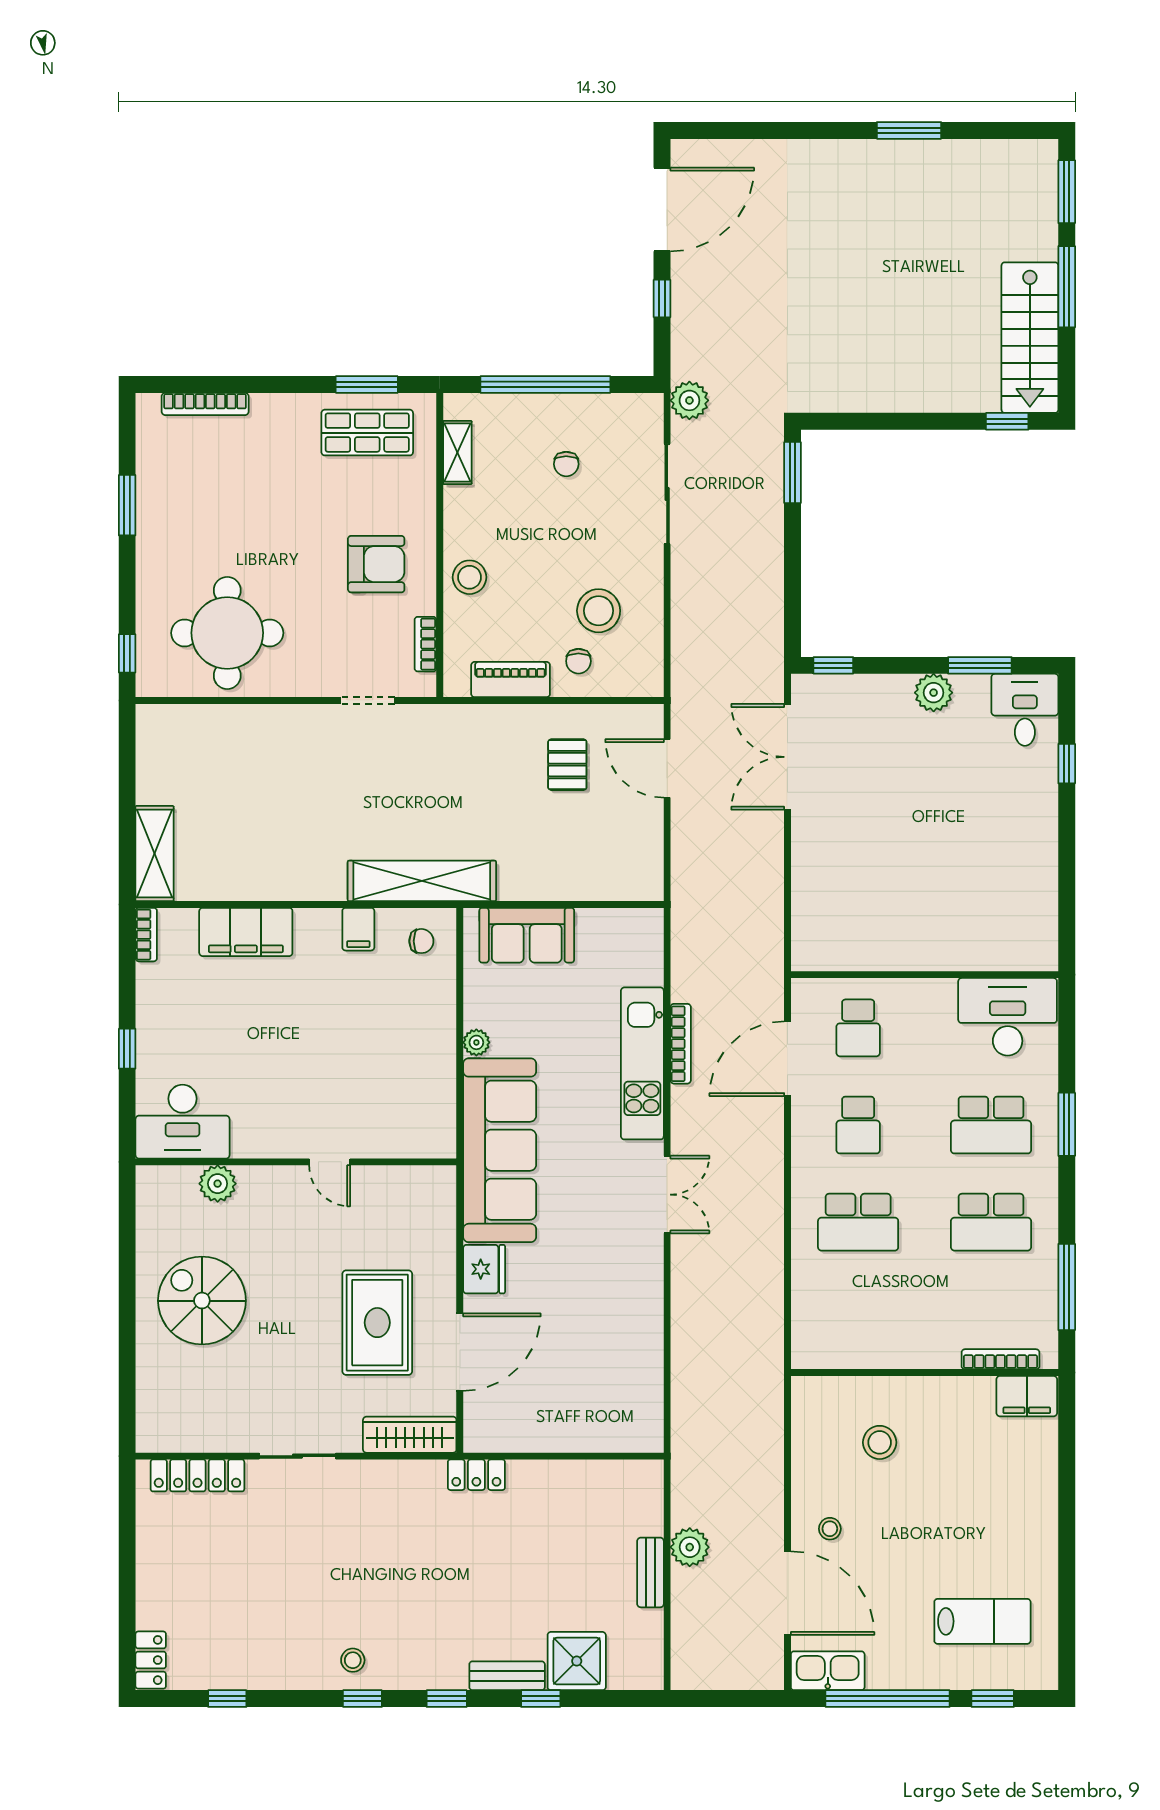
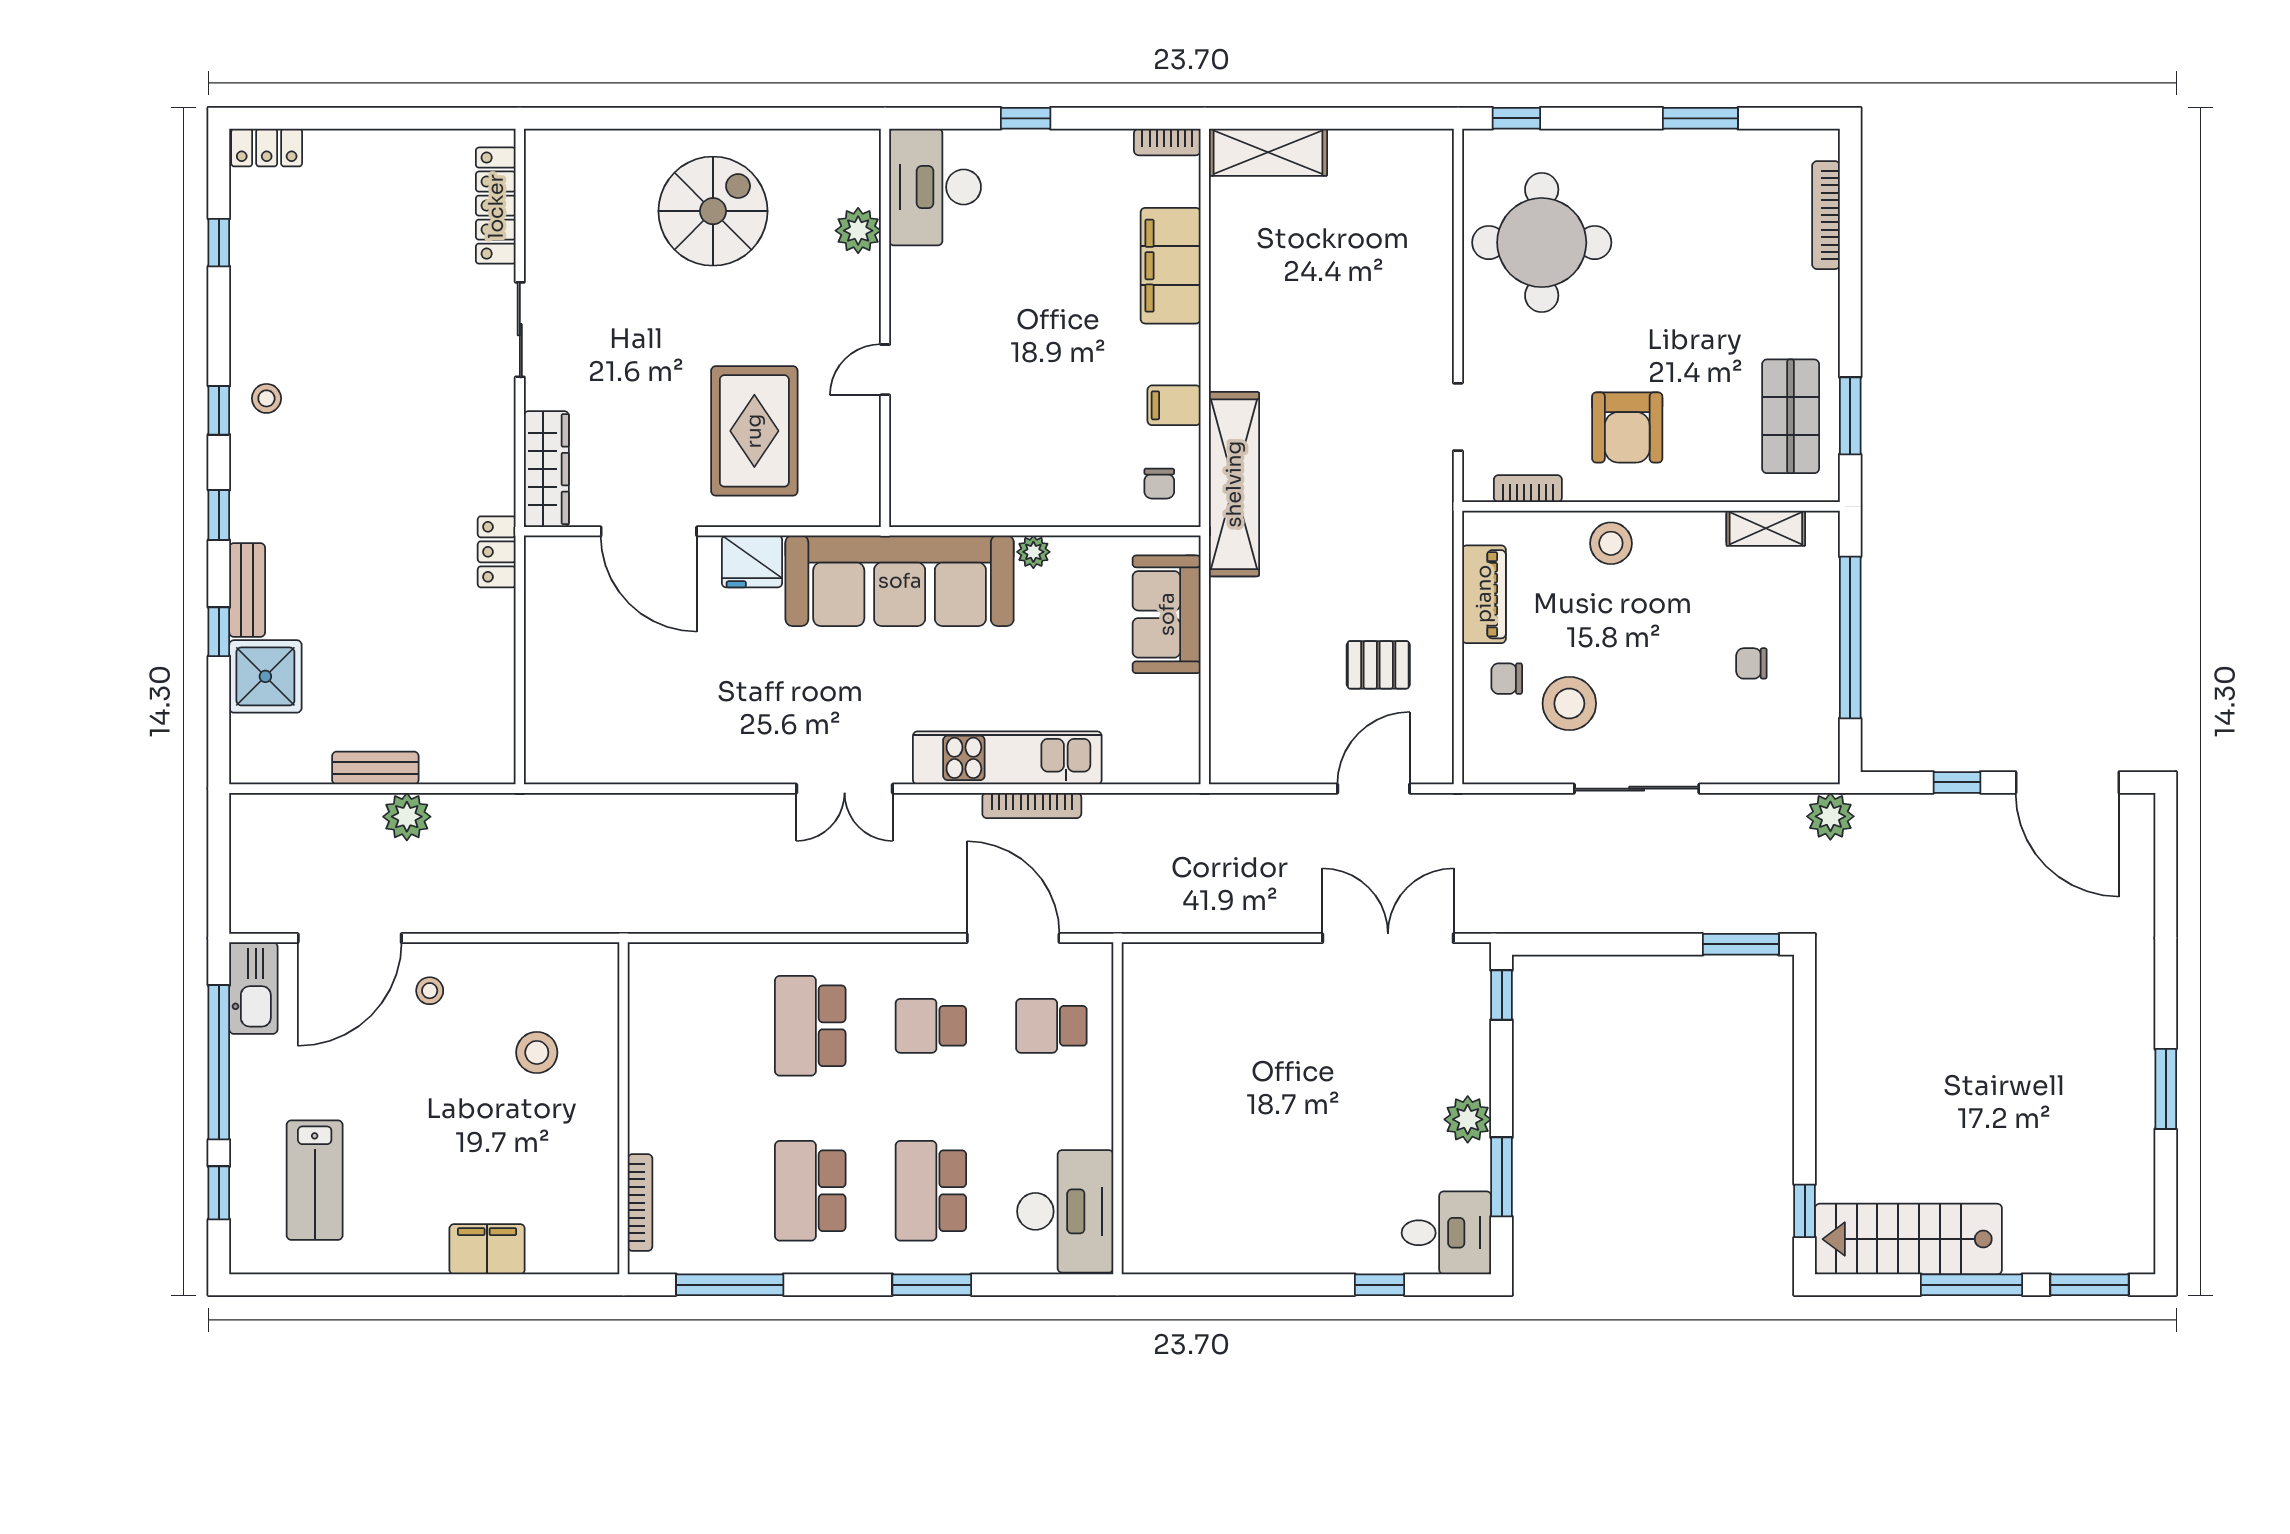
sliding door: (667, 494) -> (1637, 789), moved
rug: (377, 1323) -> (754, 431), moved, turned 90
filing cabinet: (1027, 1396) -> (487, 1249), moved, turned 90

